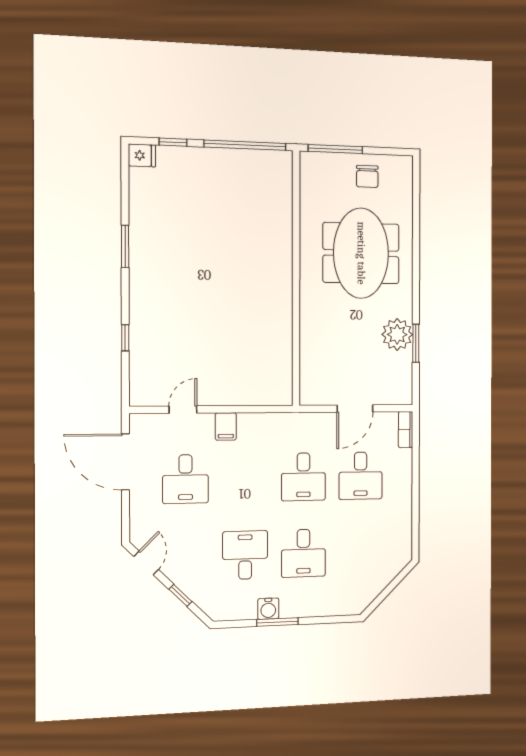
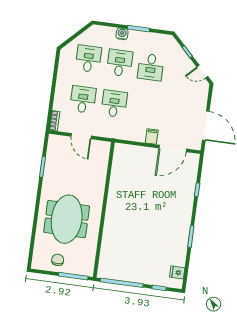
fridge: (142, 155) -> (177, 272), moved
plant: (397, 334) -> (52, 173), removed
door: (355, 408) -> (81, 136), swing flipped
door: (183, 410) -> (173, 149), width x1.88
desk: (185, 479) -> (88, 59), moved
door: (146, 563) -> (202, 72), hinge flipped
water cooler: (268, 609) -> (122, 34), moved

